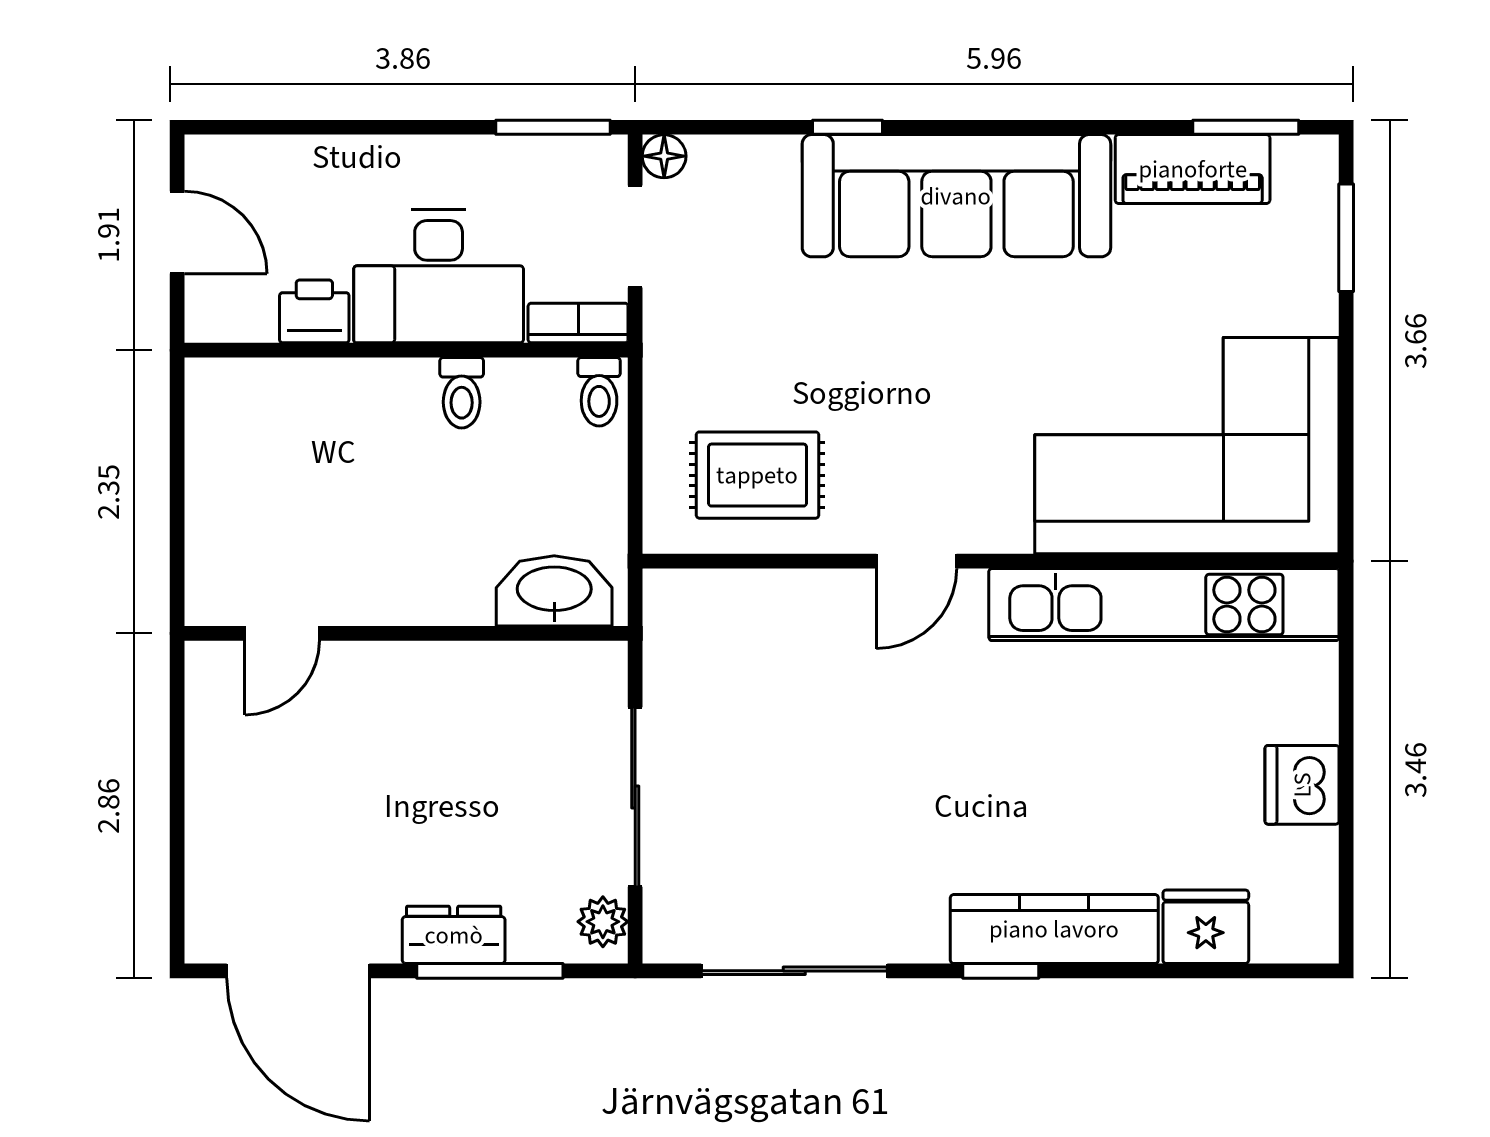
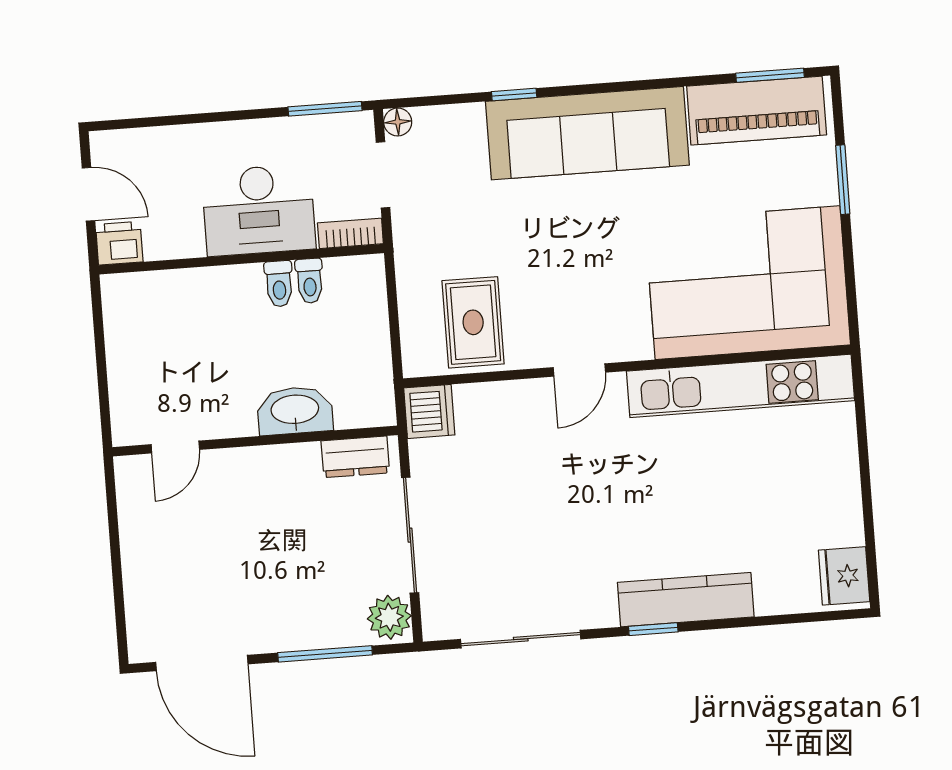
piano: (1193, 169) -> (757, 111), width x1.37, depth x1.33
window: (1346, 238) -> (843, 180), moved
printer: (314, 311) -> (119, 243), moved
toilet: (599, 392) -> (310, 281), moved
rug: (757, 475) -> (473, 322), turned 90
washbasin: (554, 591) -> (295, 411), moved
dishwasher: (1302, 785) -> (429, 411), moved, turned 180
plant: (603, 922) -> (389, 617), width x1.38, depth x1.38
fridge: (1206, 927) -> (844, 576), moved, turned -90
dresser: (454, 935) -> (355, 457), moved, turned 180

